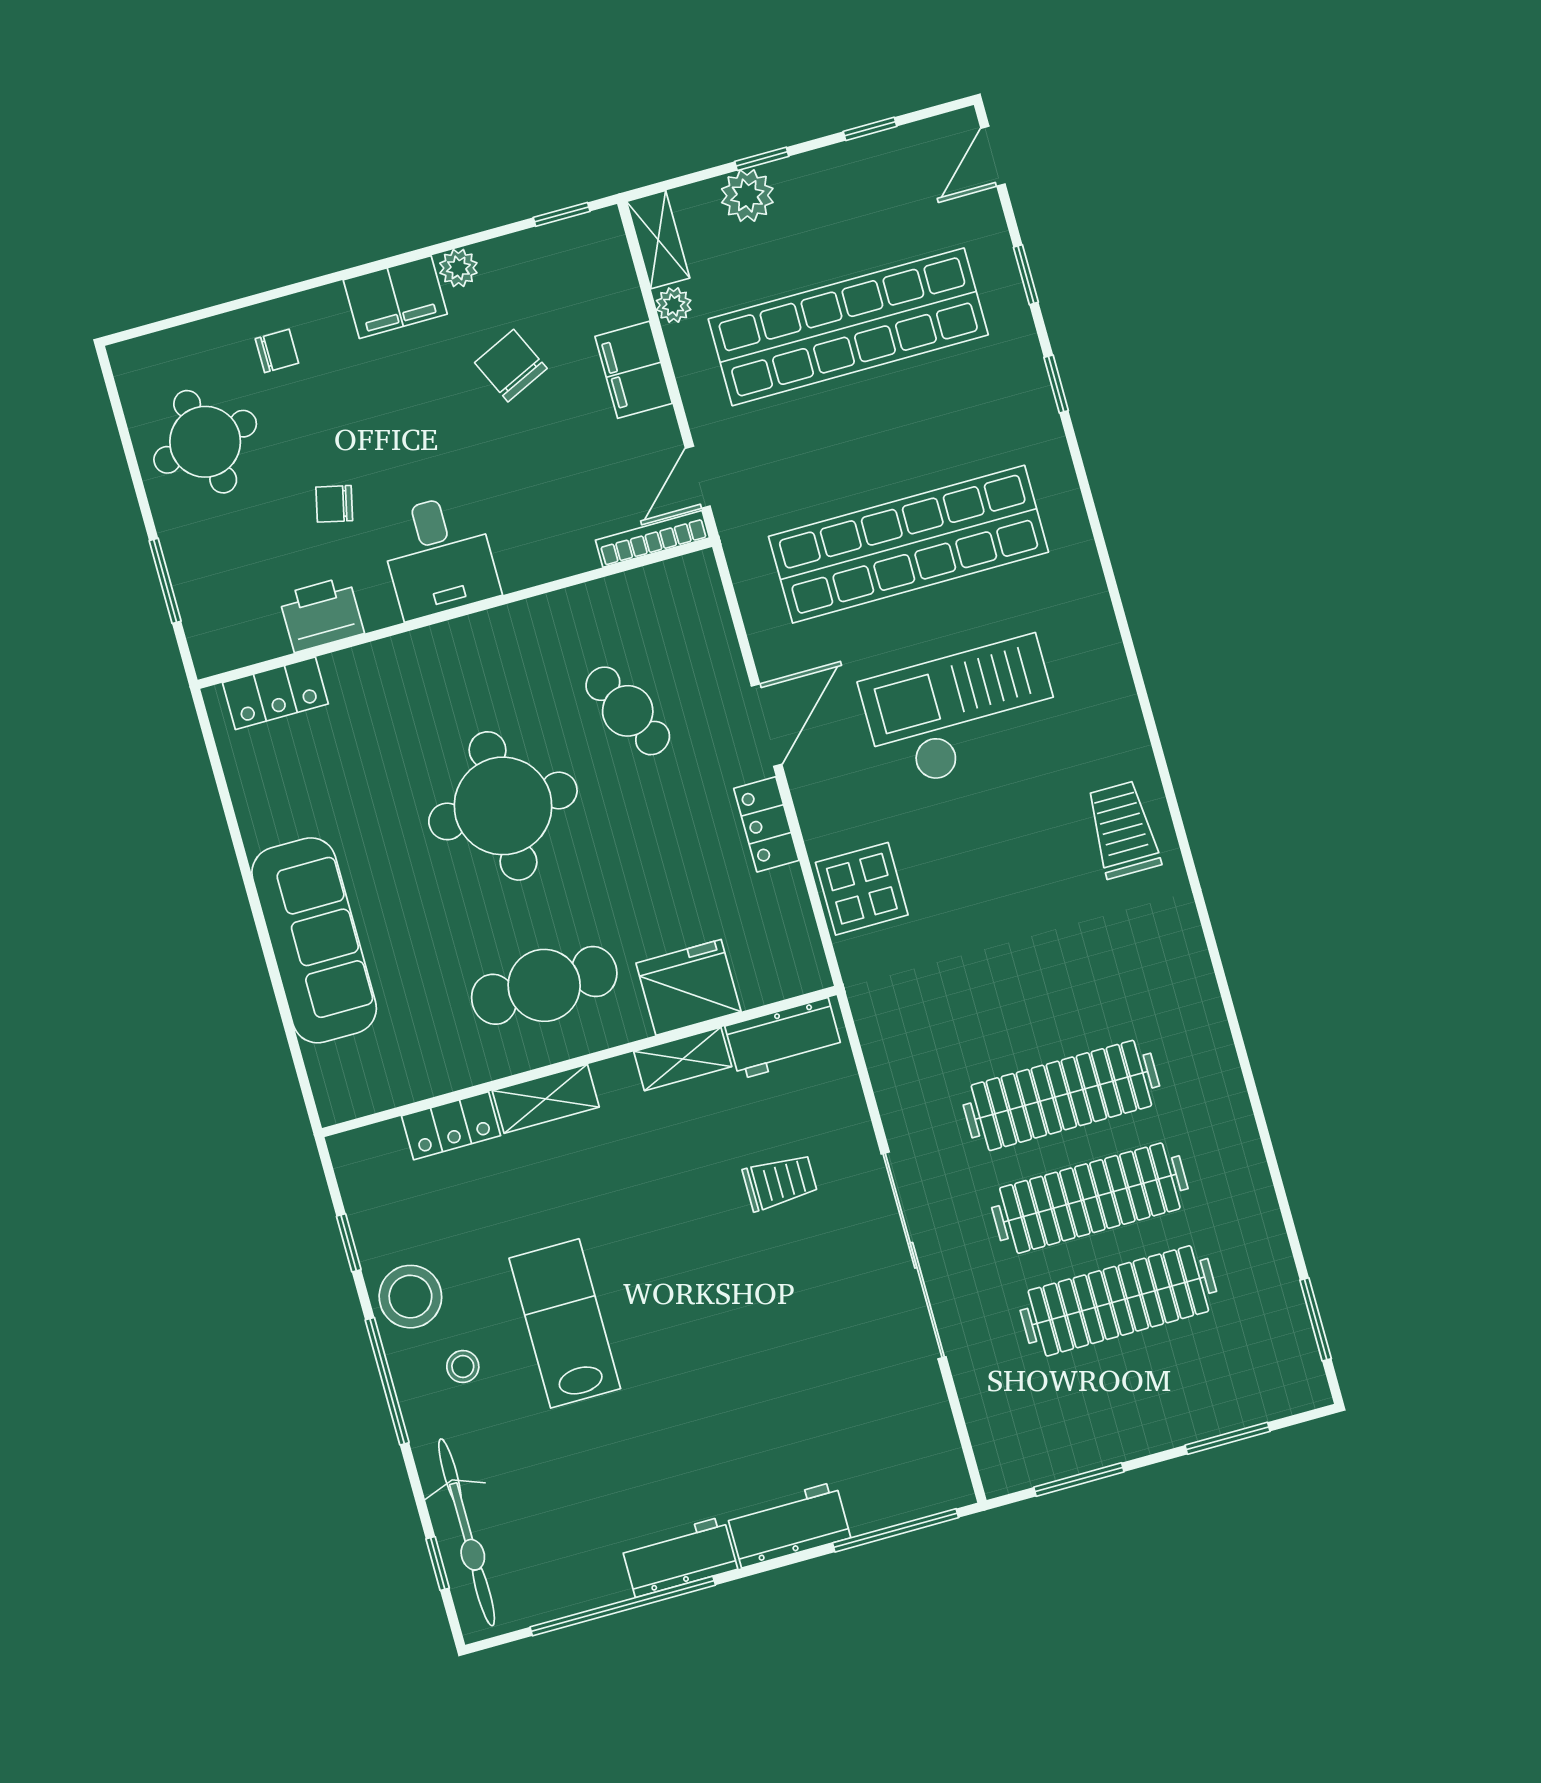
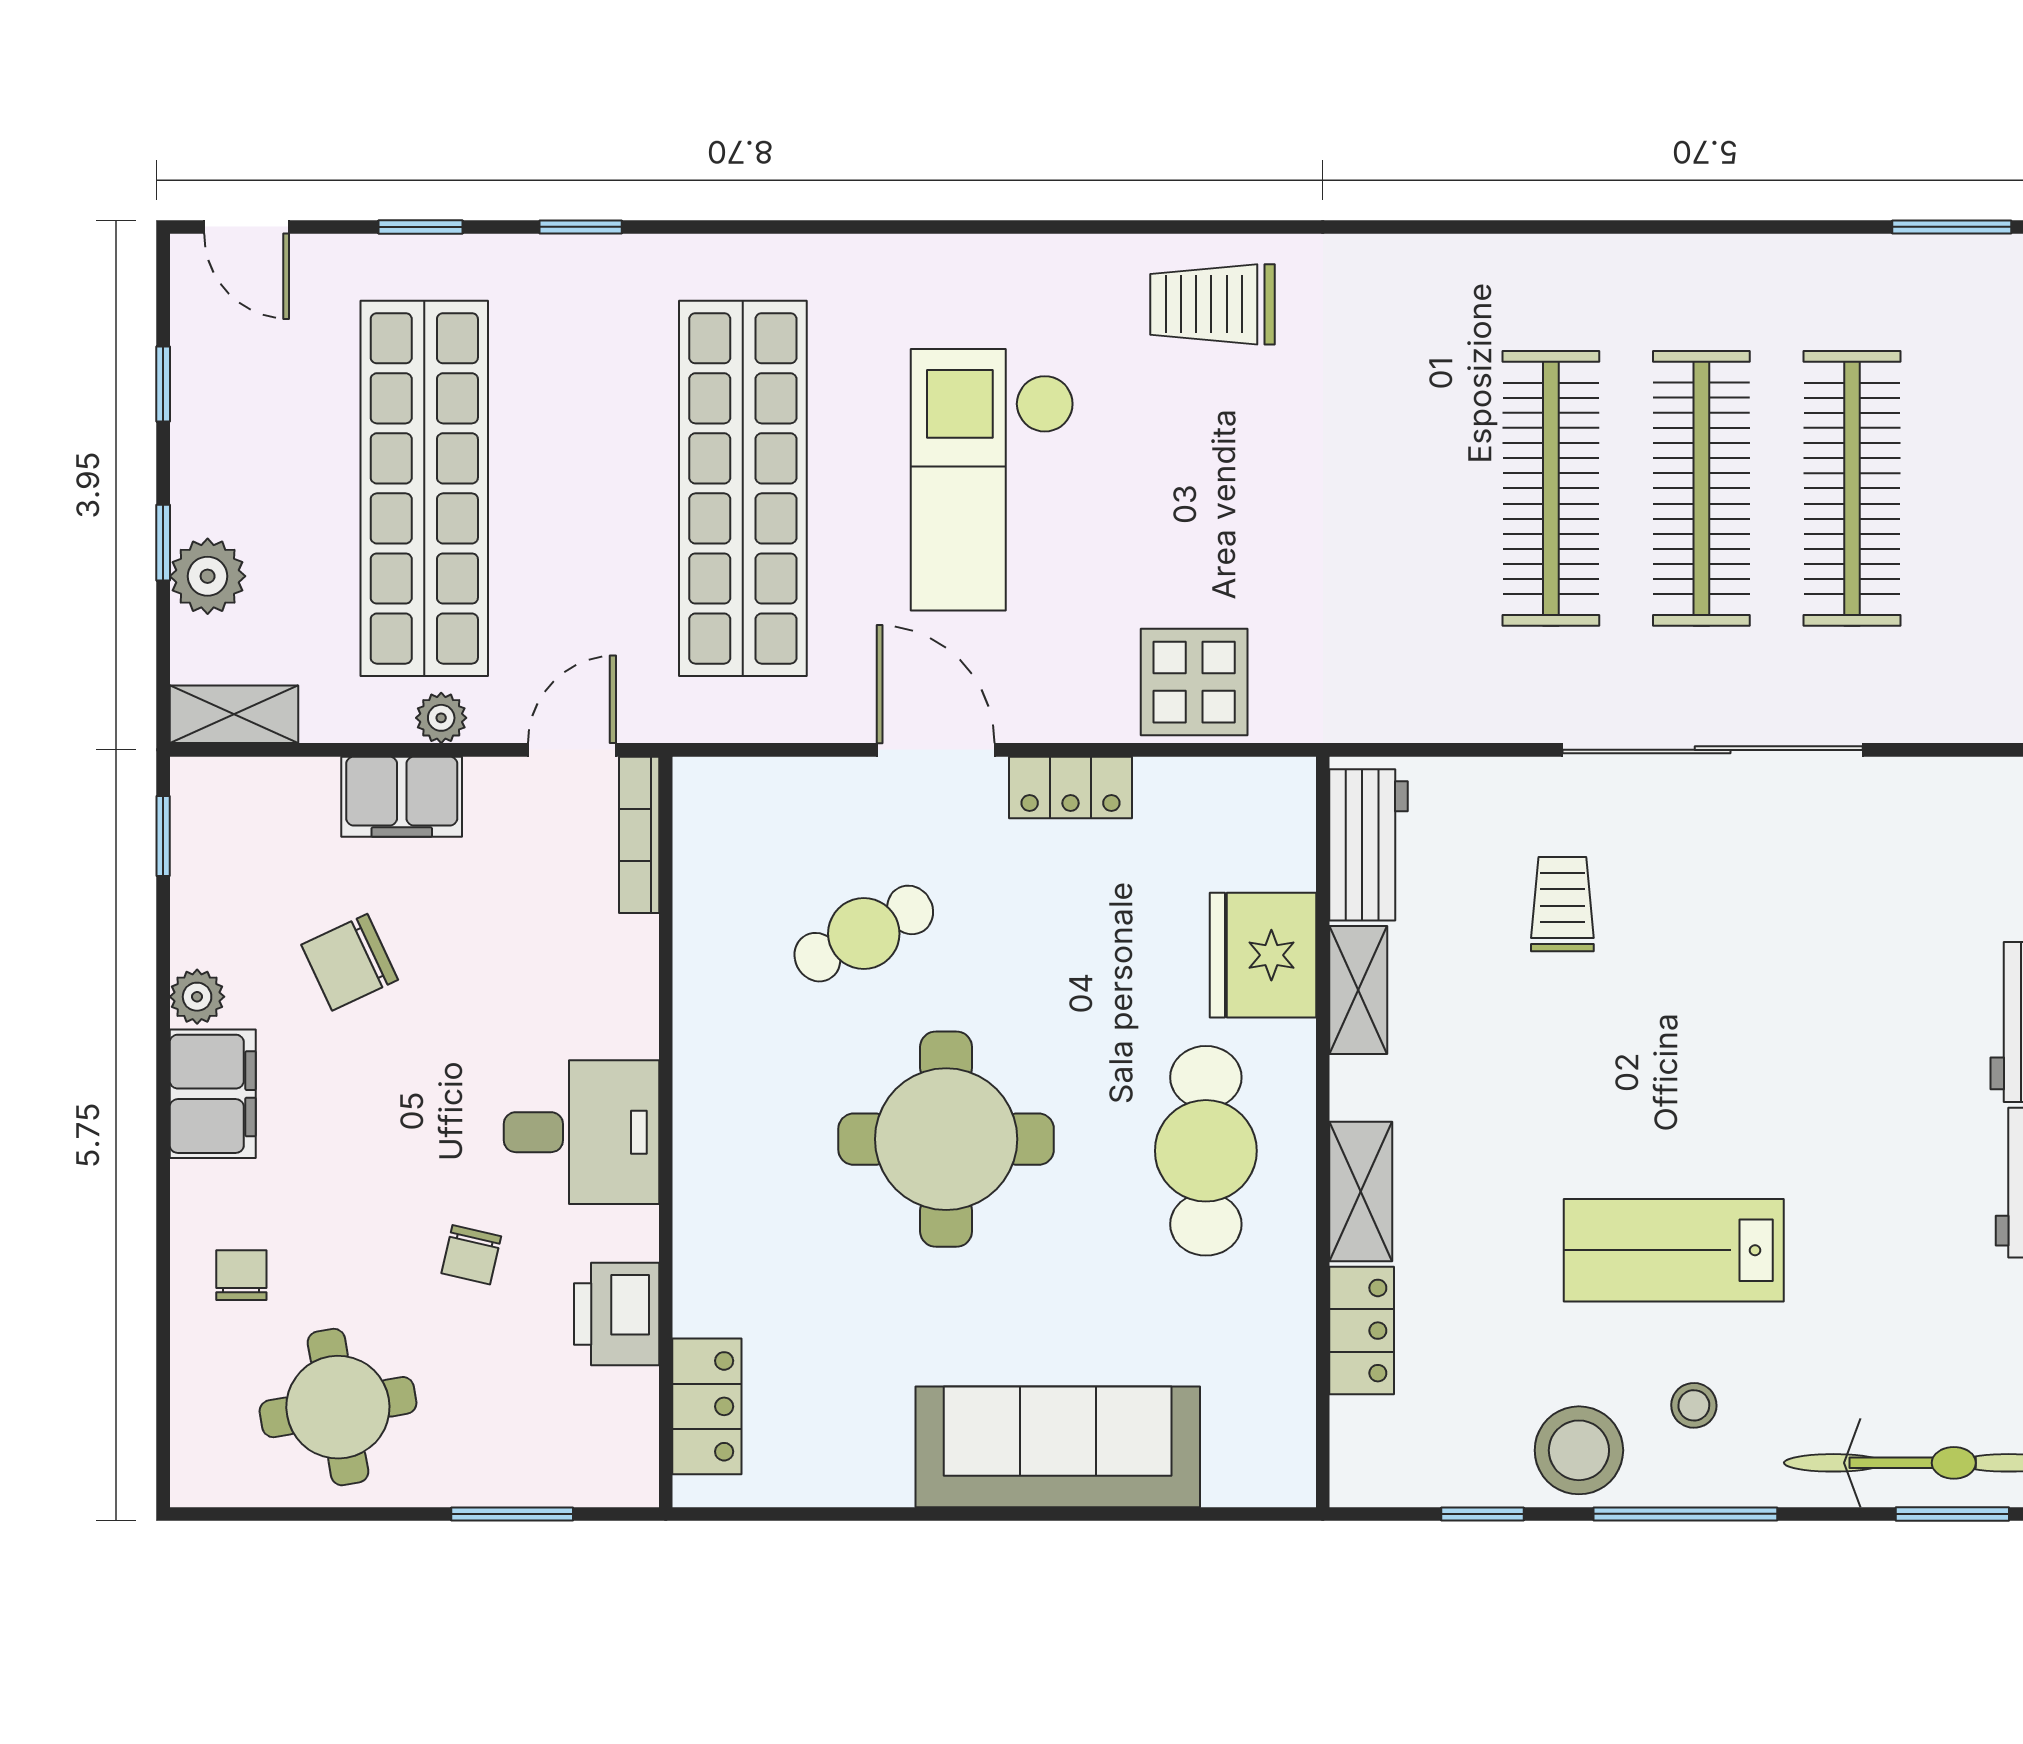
plant: (674, 305) -> (441, 718), moved
door: (698, 477) -> (572, 750), swing flipped
window: (438, 1563) -> (1952, 1514), width x1.50

